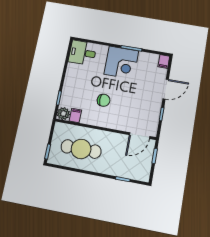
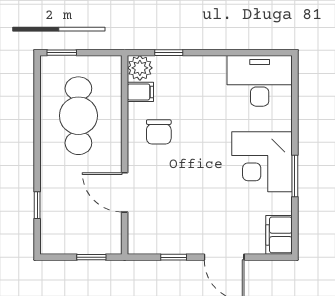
desk: (83, 53) -> (260, 81), width x1.37
filing cabinet: (164, 61) -> (279, 235), width x2.00
chair: (104, 100) -> (159, 132), moved
door: (140, 136) -> (125, 192), moved

